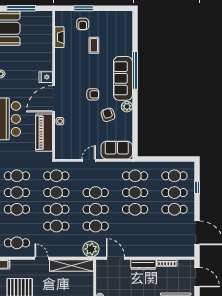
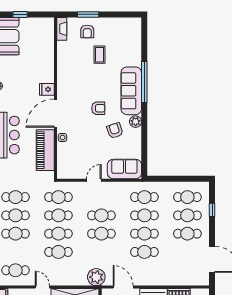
window: (21, 8) -> (20, 14), width x0.46
fireplace: (59, 37) -> (62, 29), moved
cafe table: (96, 226) -> (144, 252), moved

